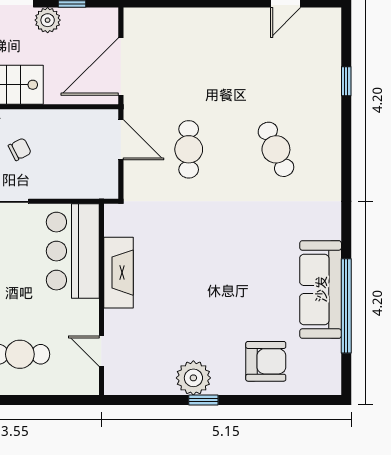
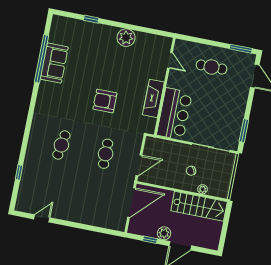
door: (121, 140) -> (139, 165), swing flipped
cafe table: (276, 149) -> (61, 145), turned 33
sofa: (321, 289) -> (54, 63), width x0.73
armchair: (266, 361) -> (105, 101), moved
window: (203, 400) -> (91, 19), moved

